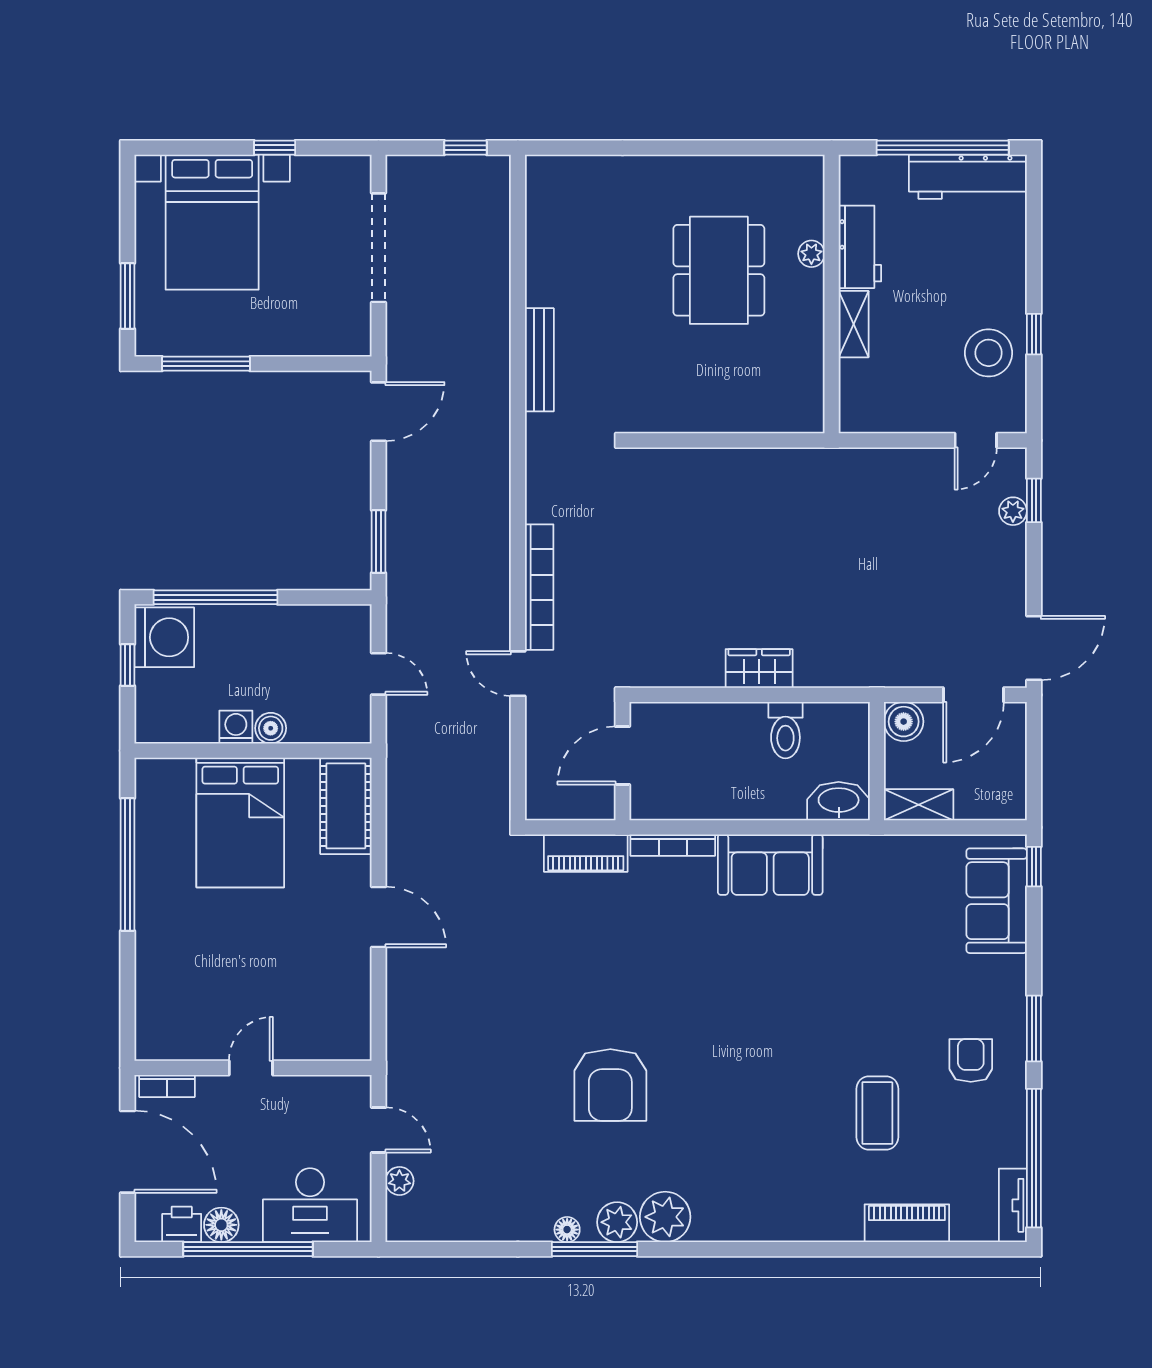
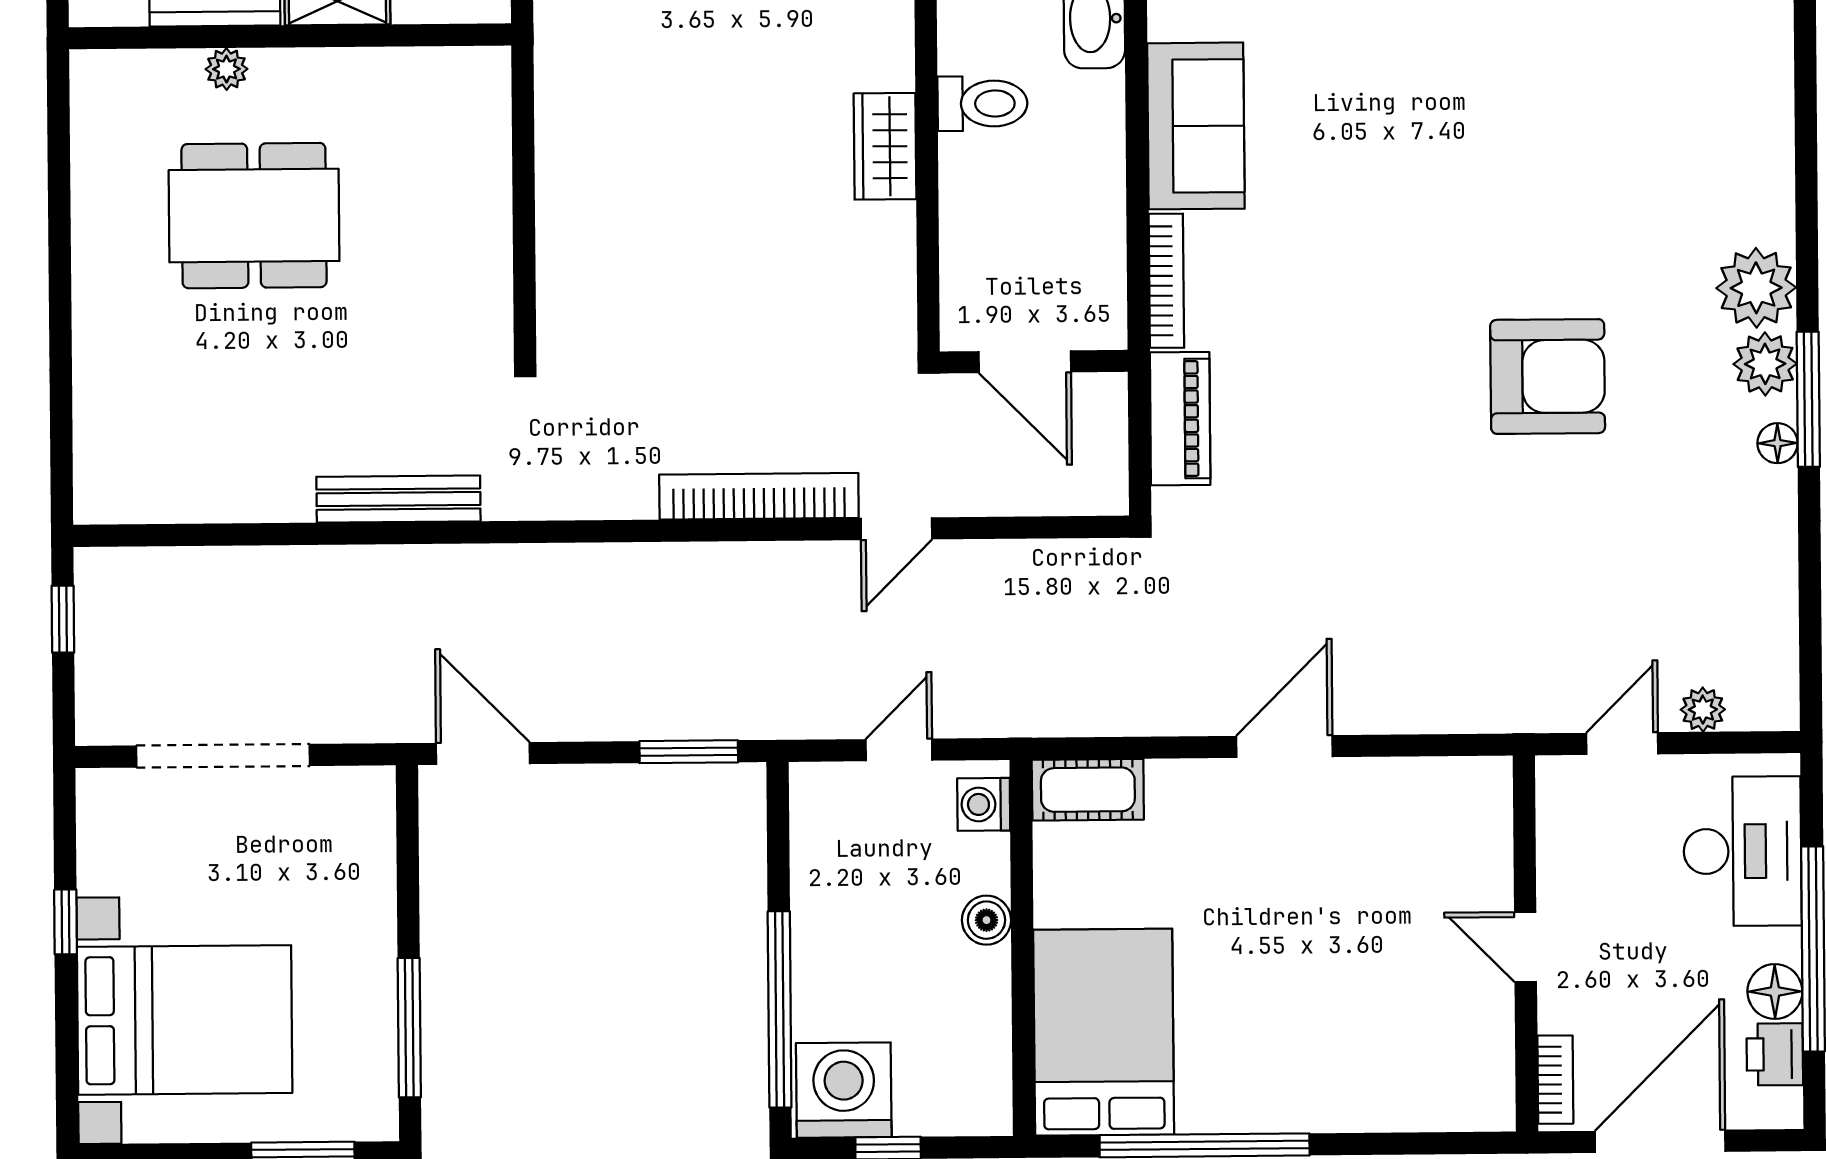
washing machine: (236, 727) -> (984, 804), moved
cot: (346, 806) -> (1088, 790), width x0.73, depth x0.75
bed: (240, 823) -> (1104, 1032), moved, turned -90

